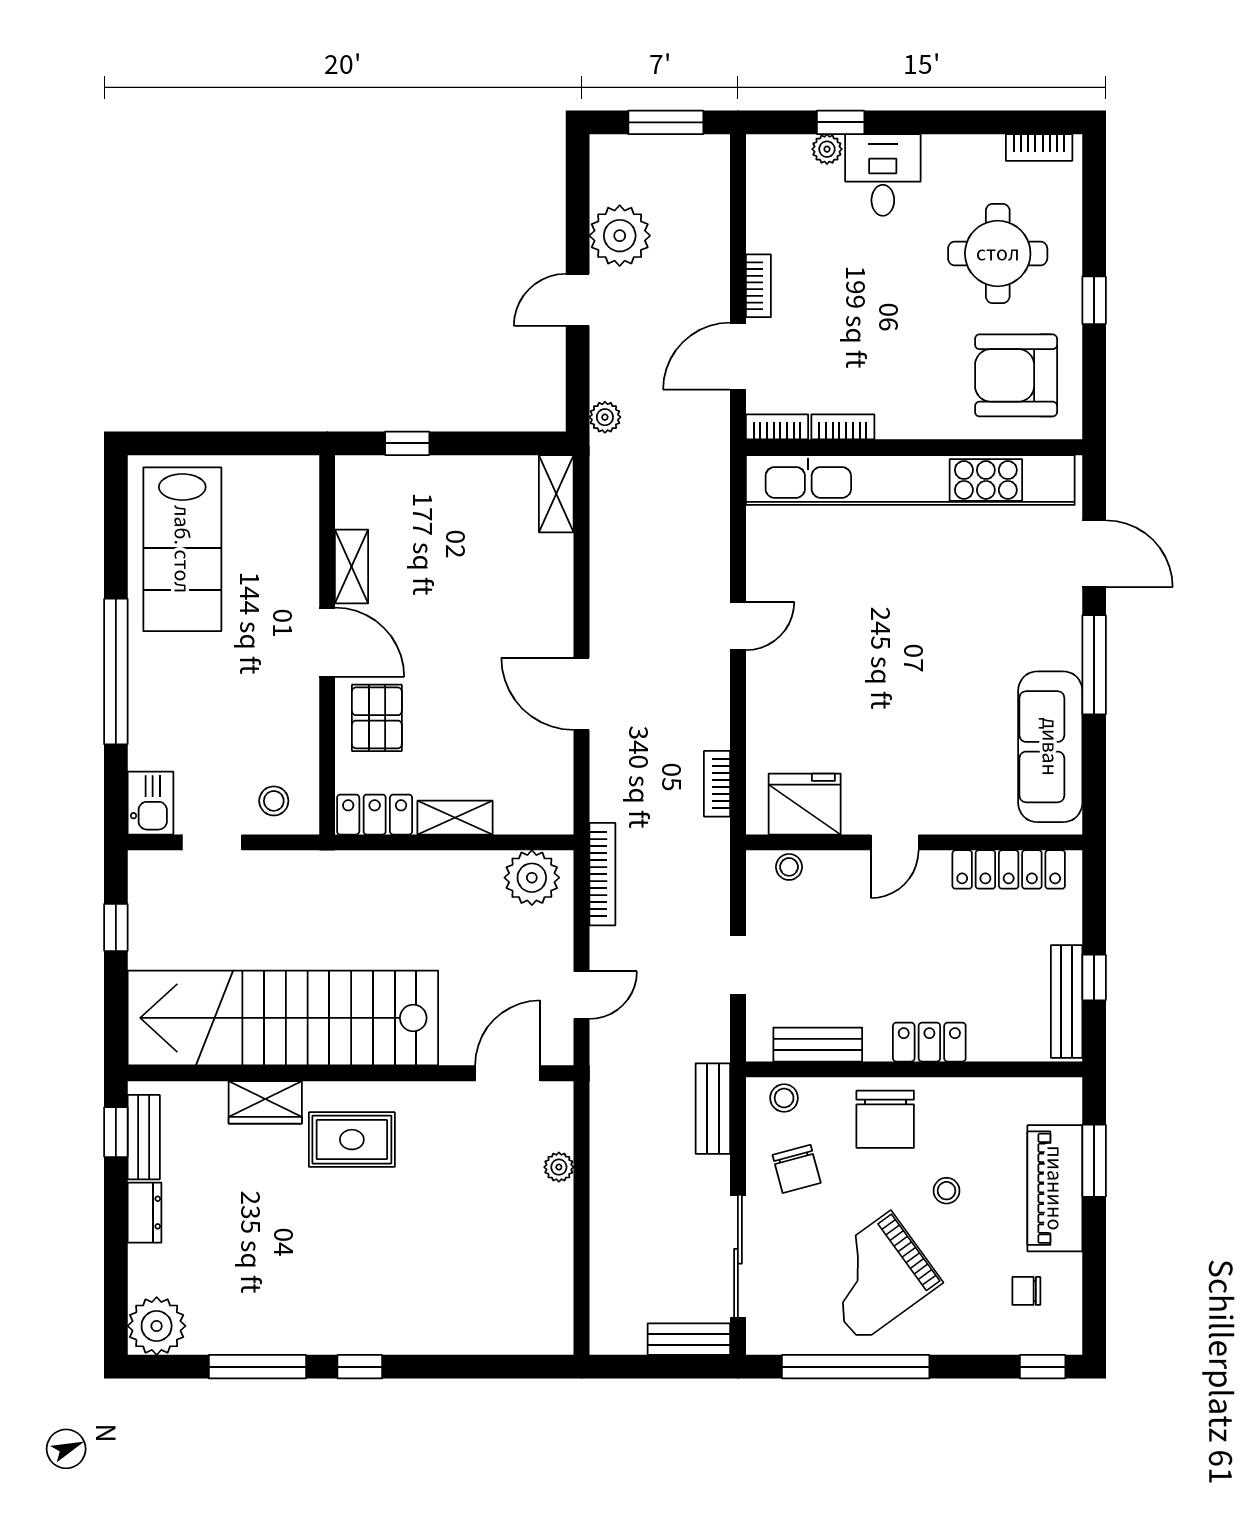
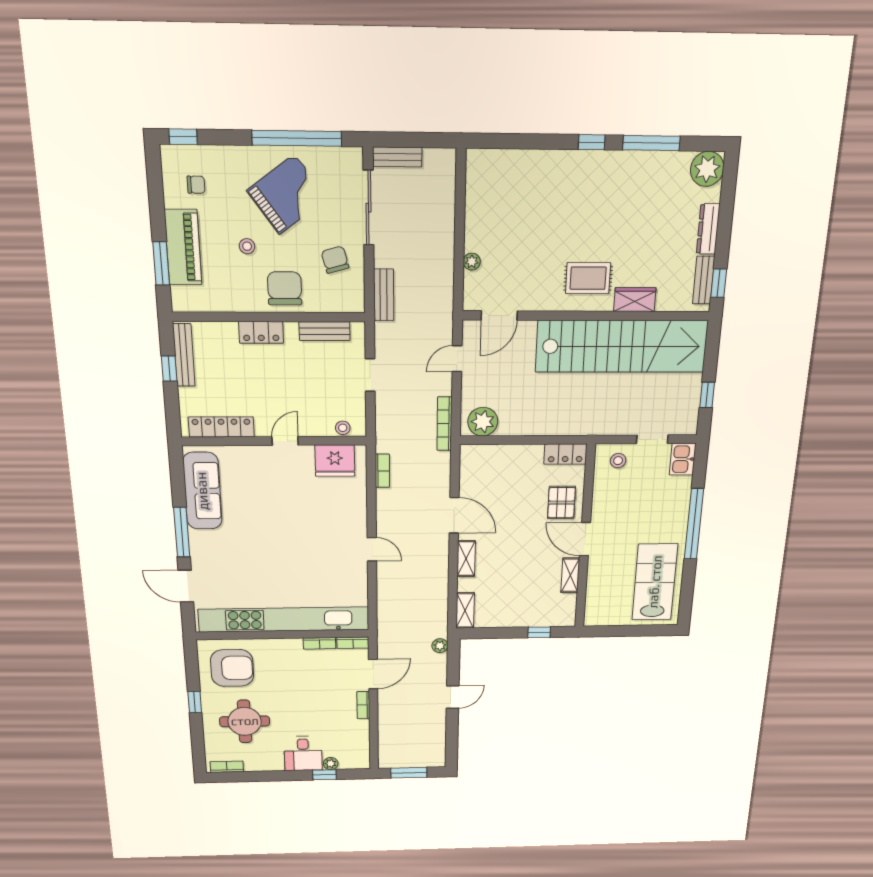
plant: (620, 236) -> (432, 725), removed
door: (738, 626) -> (372, 549), swing flipped
shelving: (455, 818) -> (466, 559), moved, turned 90
stool: (784, 1098) -> (343, 301), removed
dresser: (144, 1213) -> (708, 229), width x1.44

